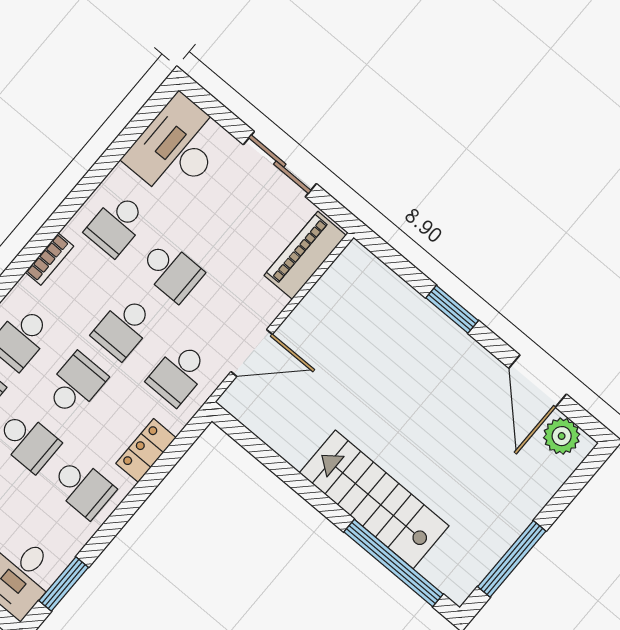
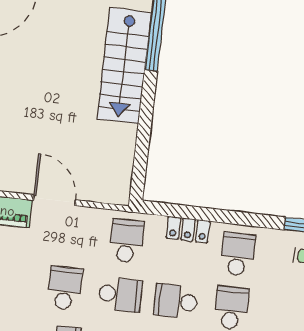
door: (252, 353) -> (54, 200), moved
school desk: (178, 374) -> (126, 241), turned -90

